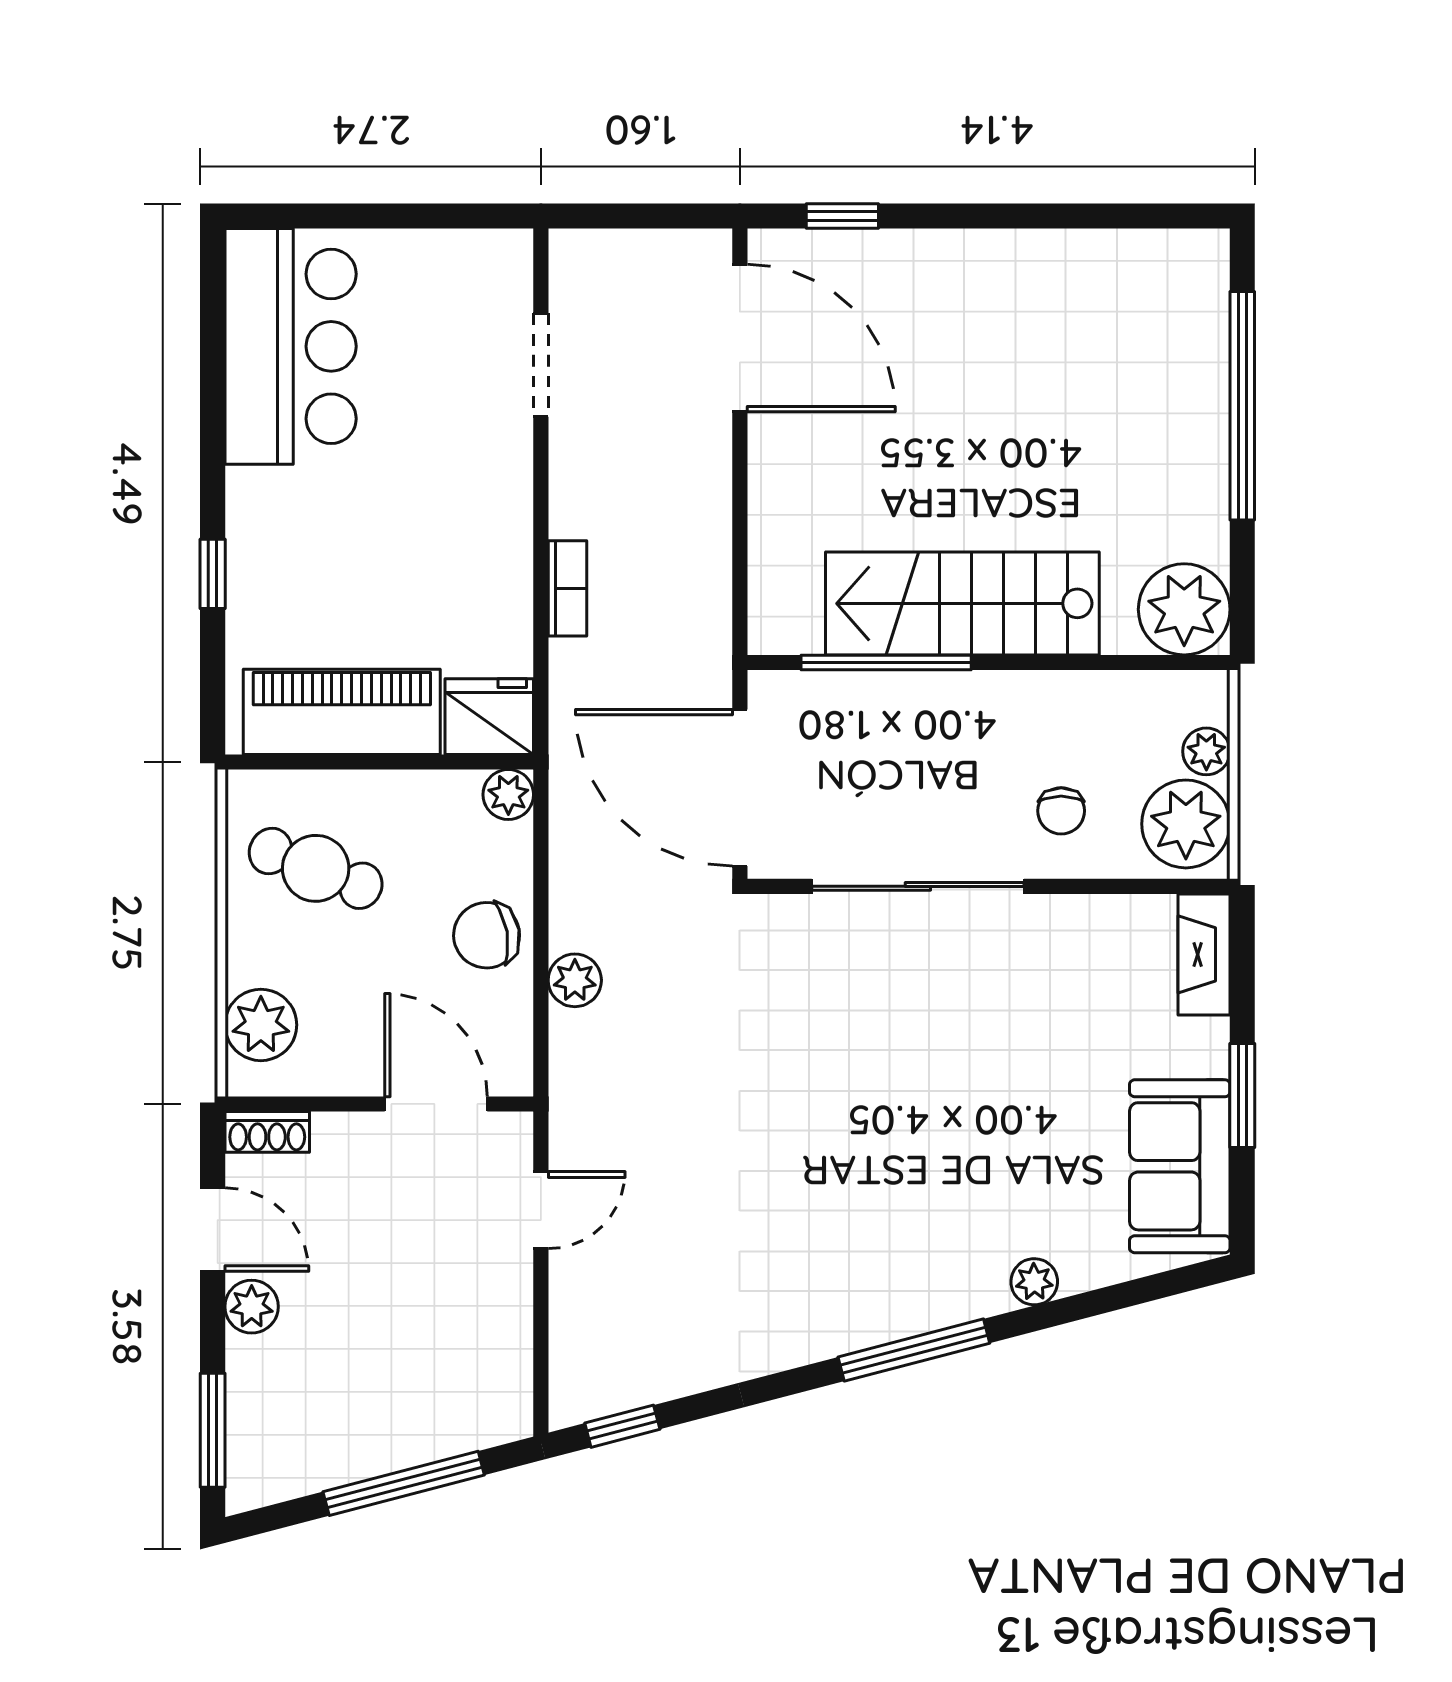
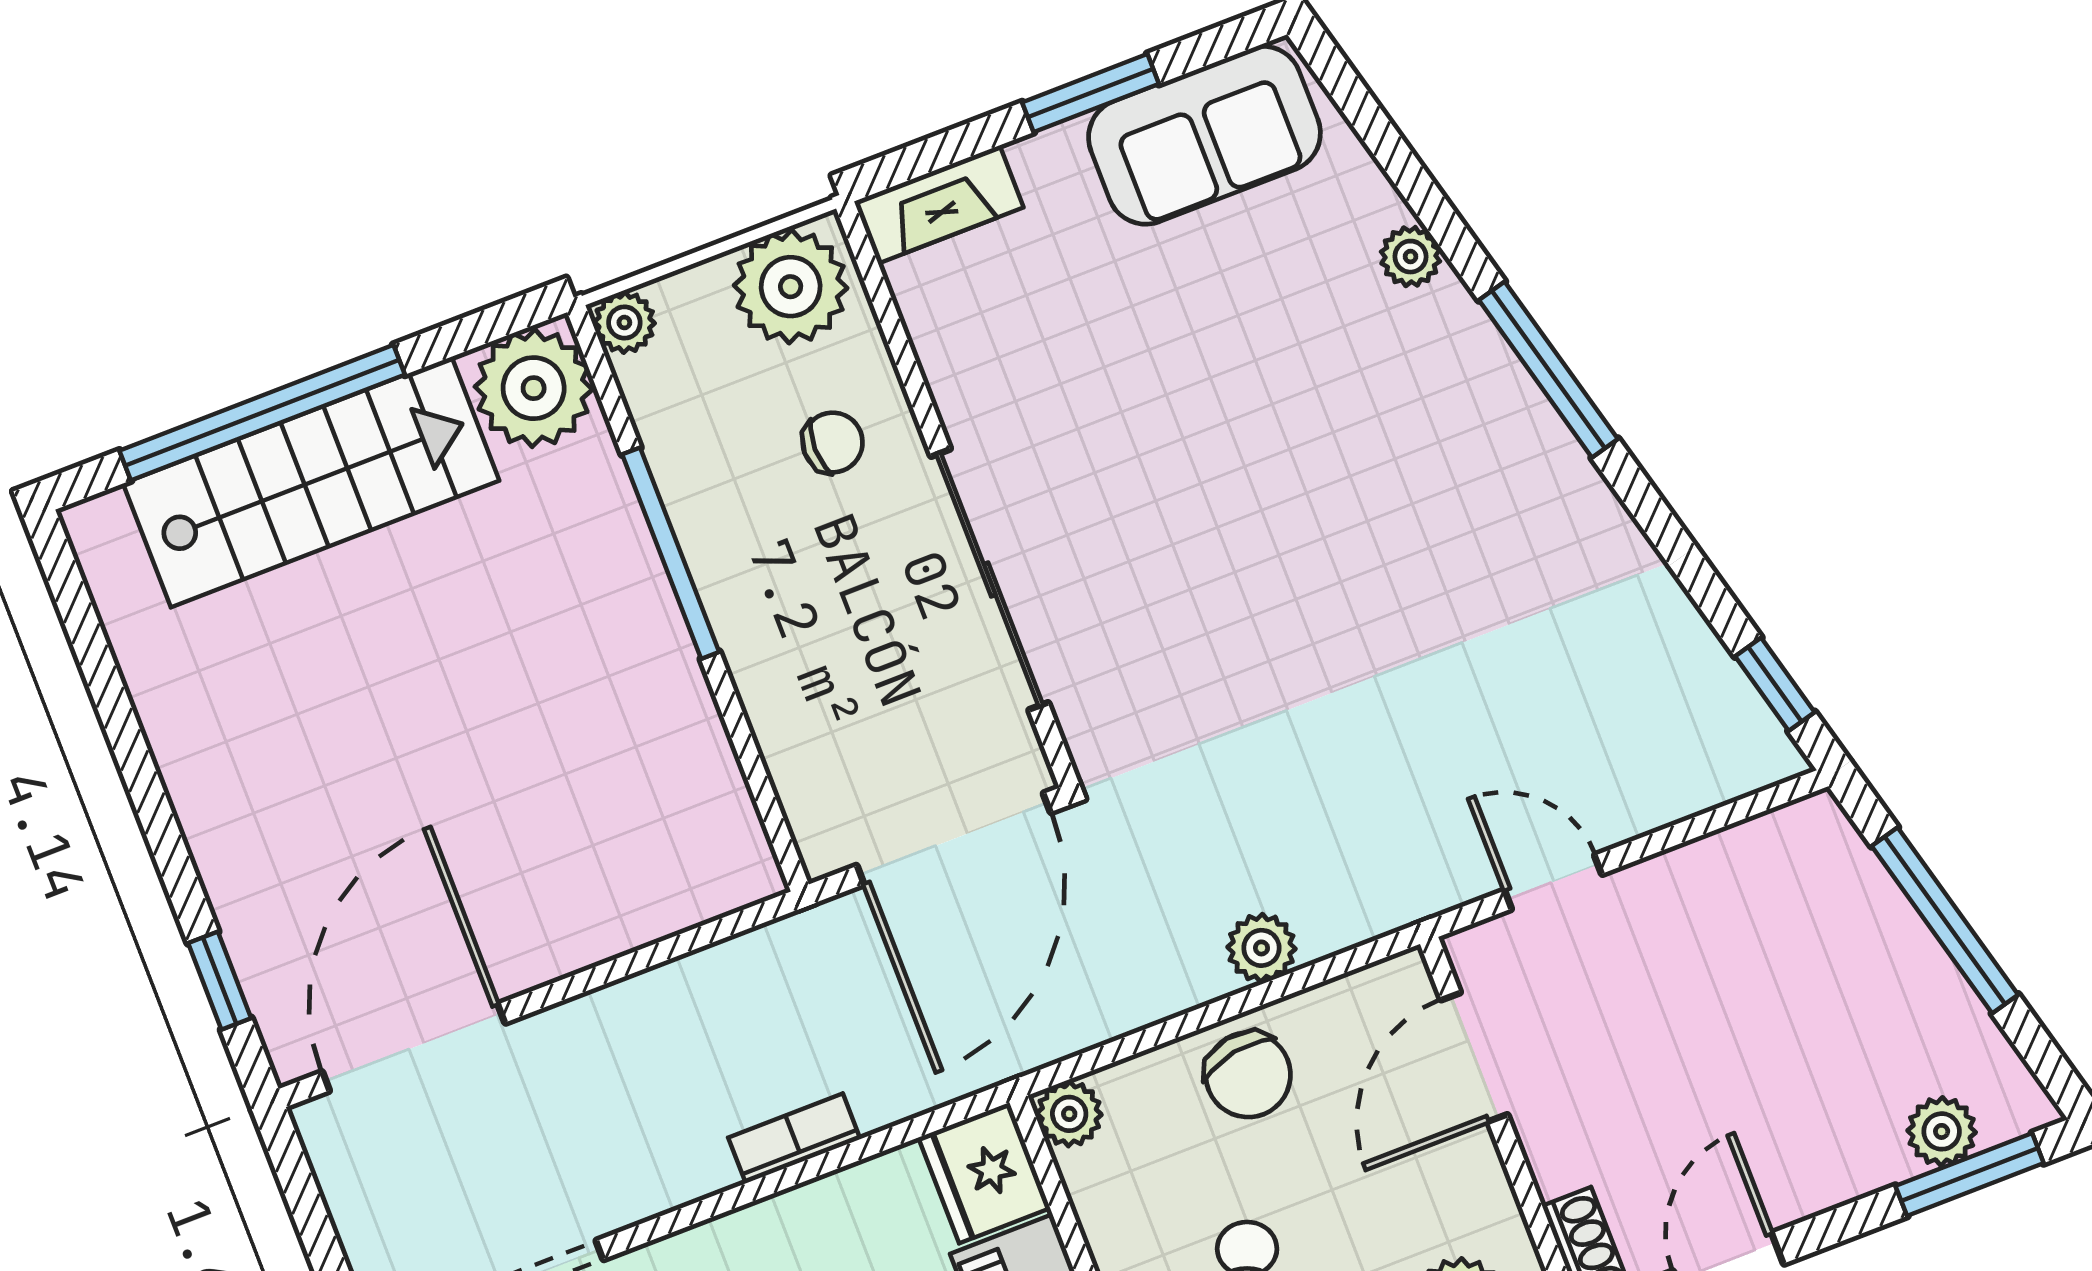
stairs: (962, 603) -> (311, 482), moved, turned -90
window: (886, 662) -> (671, 553), moved
plant: (1206, 751) -> (624, 323), moved
plant: (252, 1307) -> (1942, 1131), moved

